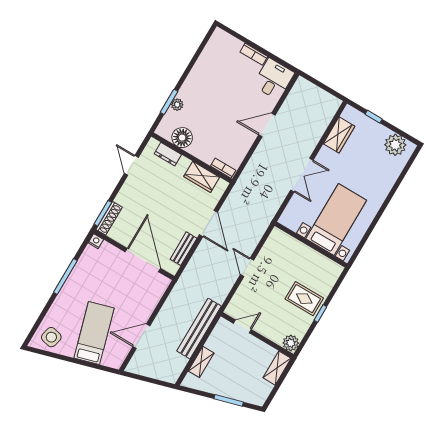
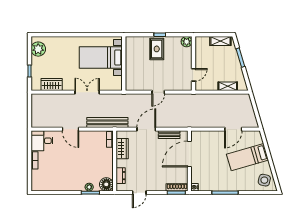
floor lamp: (182, 138) -> (106, 184), moved
door: (242, 326) -> (193, 75), swing flipped
bench: (199, 329) -> (107, 122), moved
door: (141, 336) -> (233, 129), hinge flipped
shelving: (277, 368) -> (220, 41), moved

